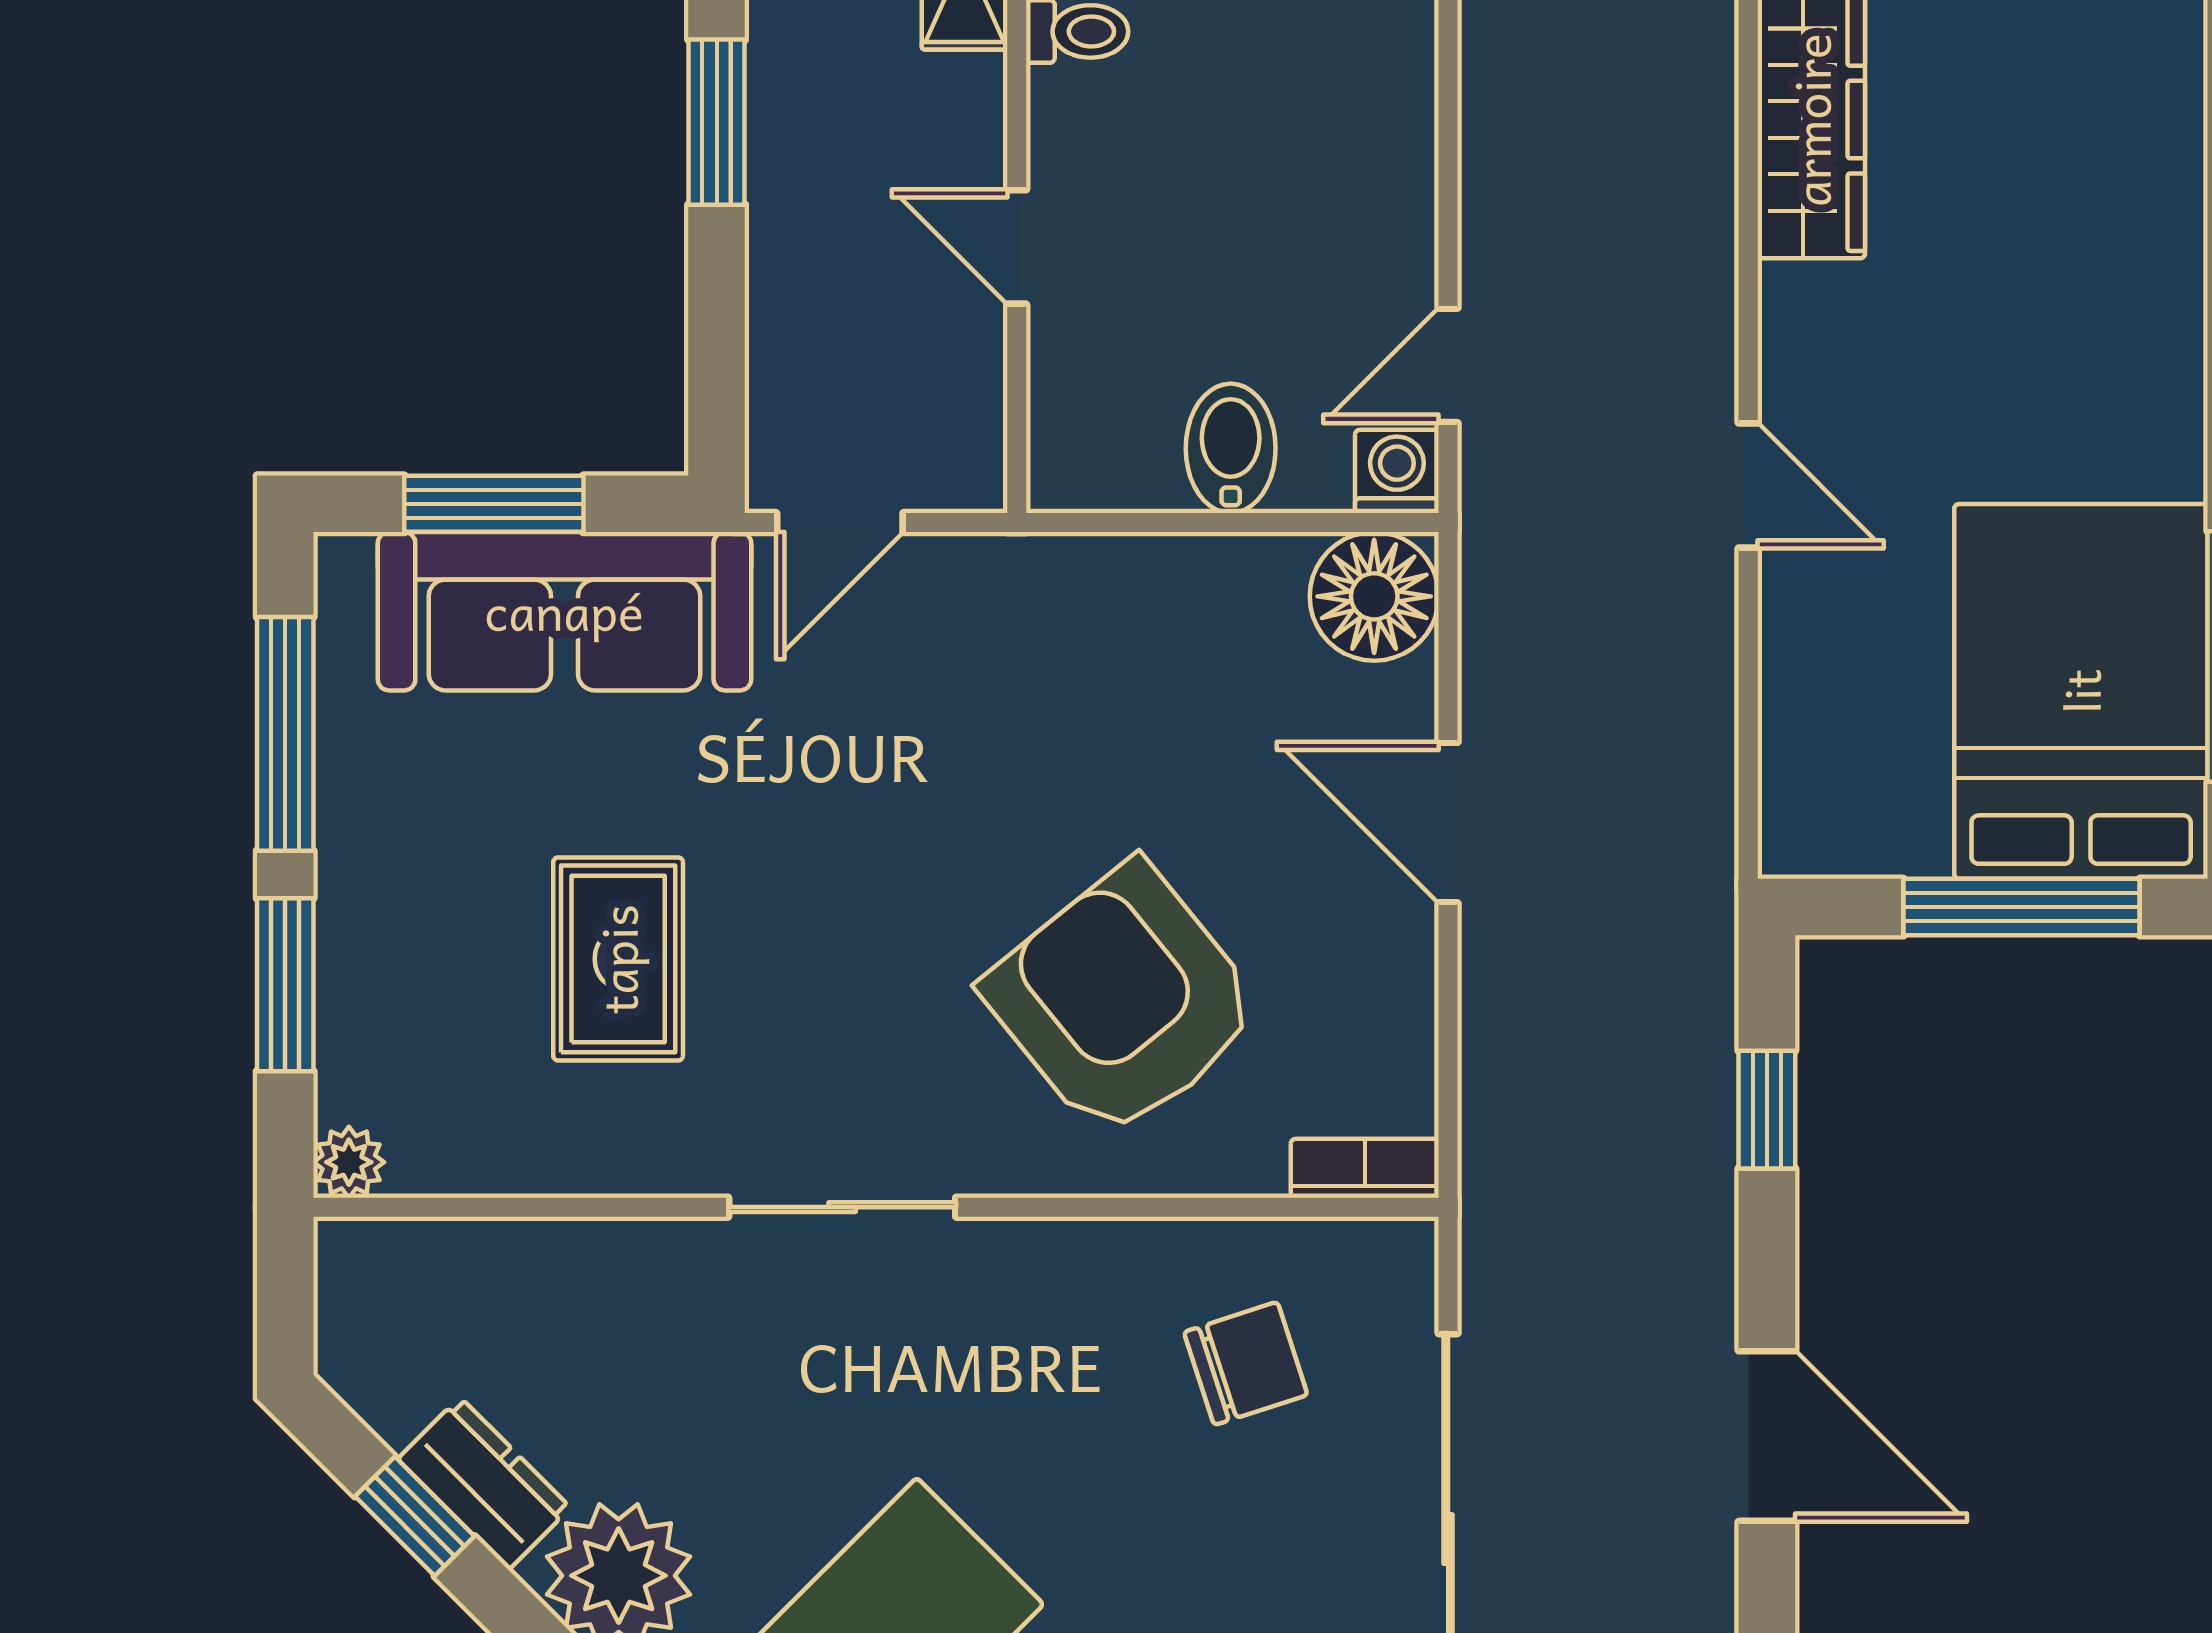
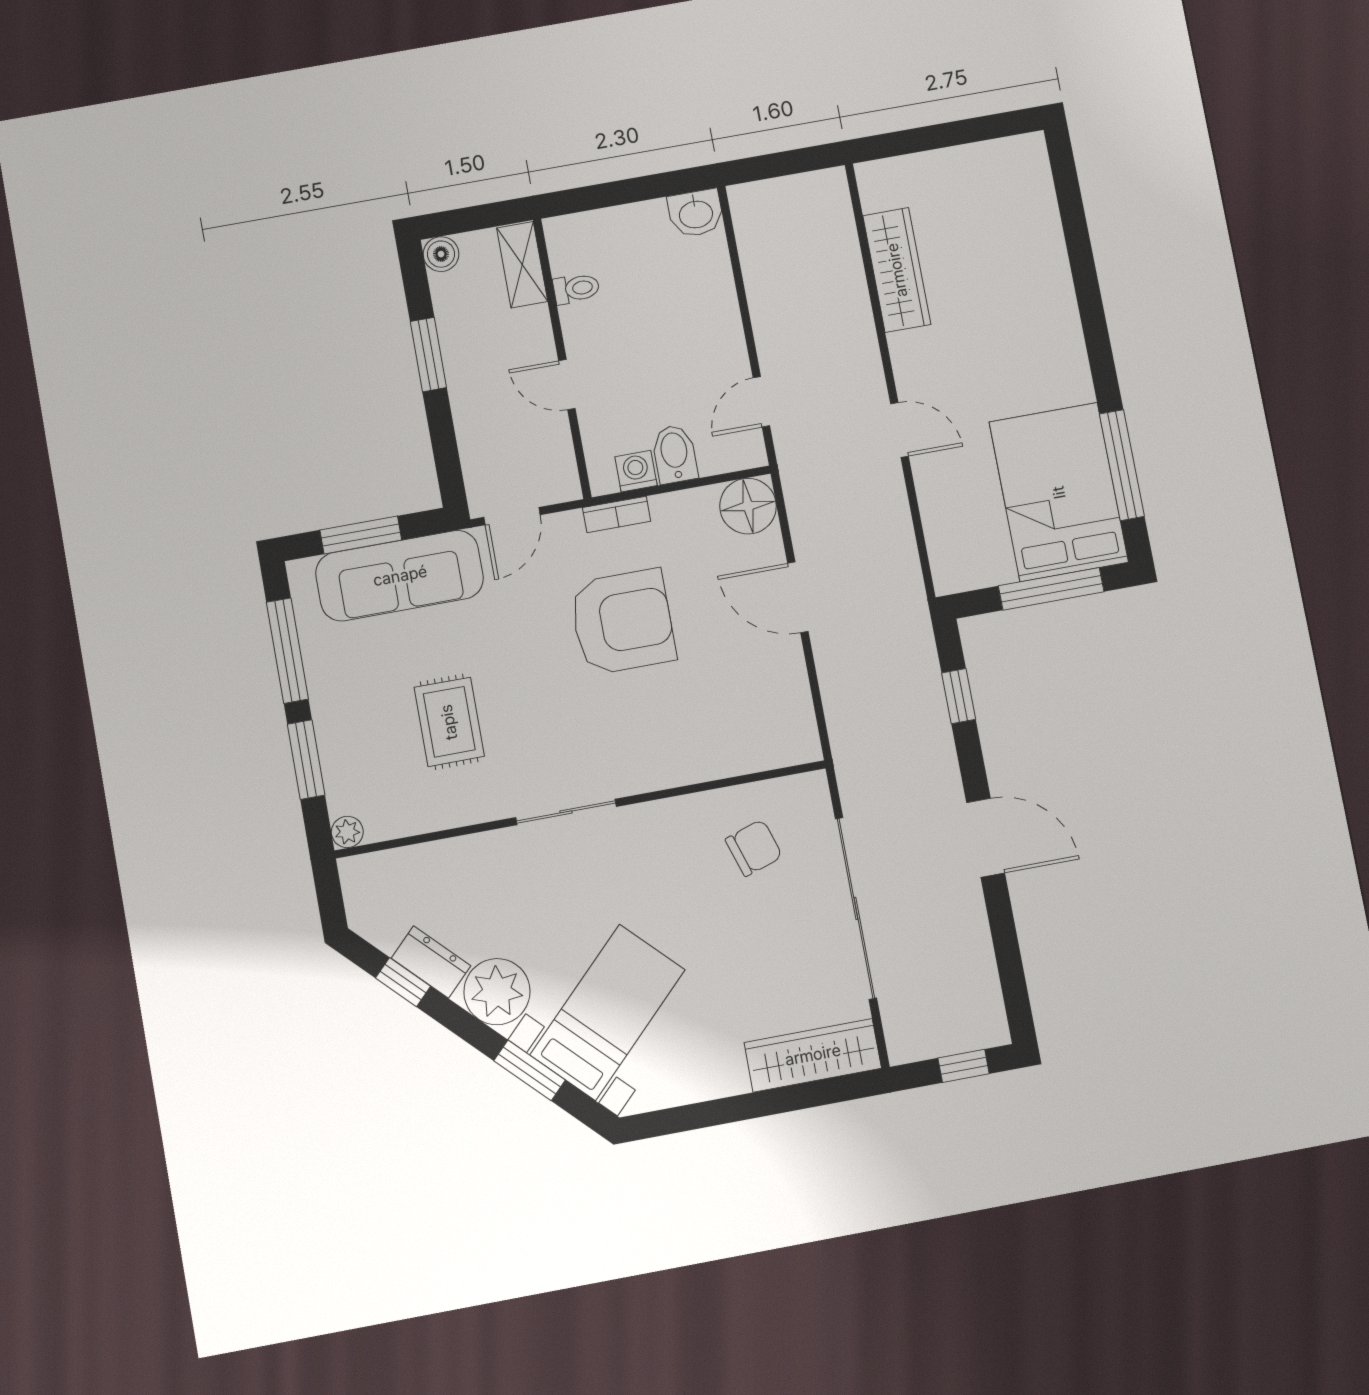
washing machine: (1397, 471) -> (636, 471), moved
armchair: (1123, 1001) -> (623, 622), moved, turned 129
bookcase: (1365, 1168) -> (617, 514), moved, turned 180

